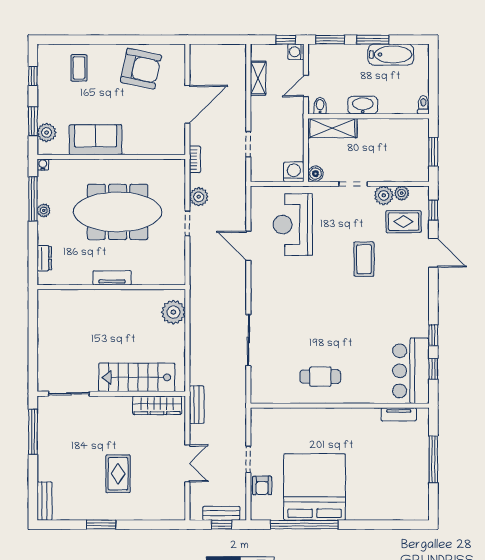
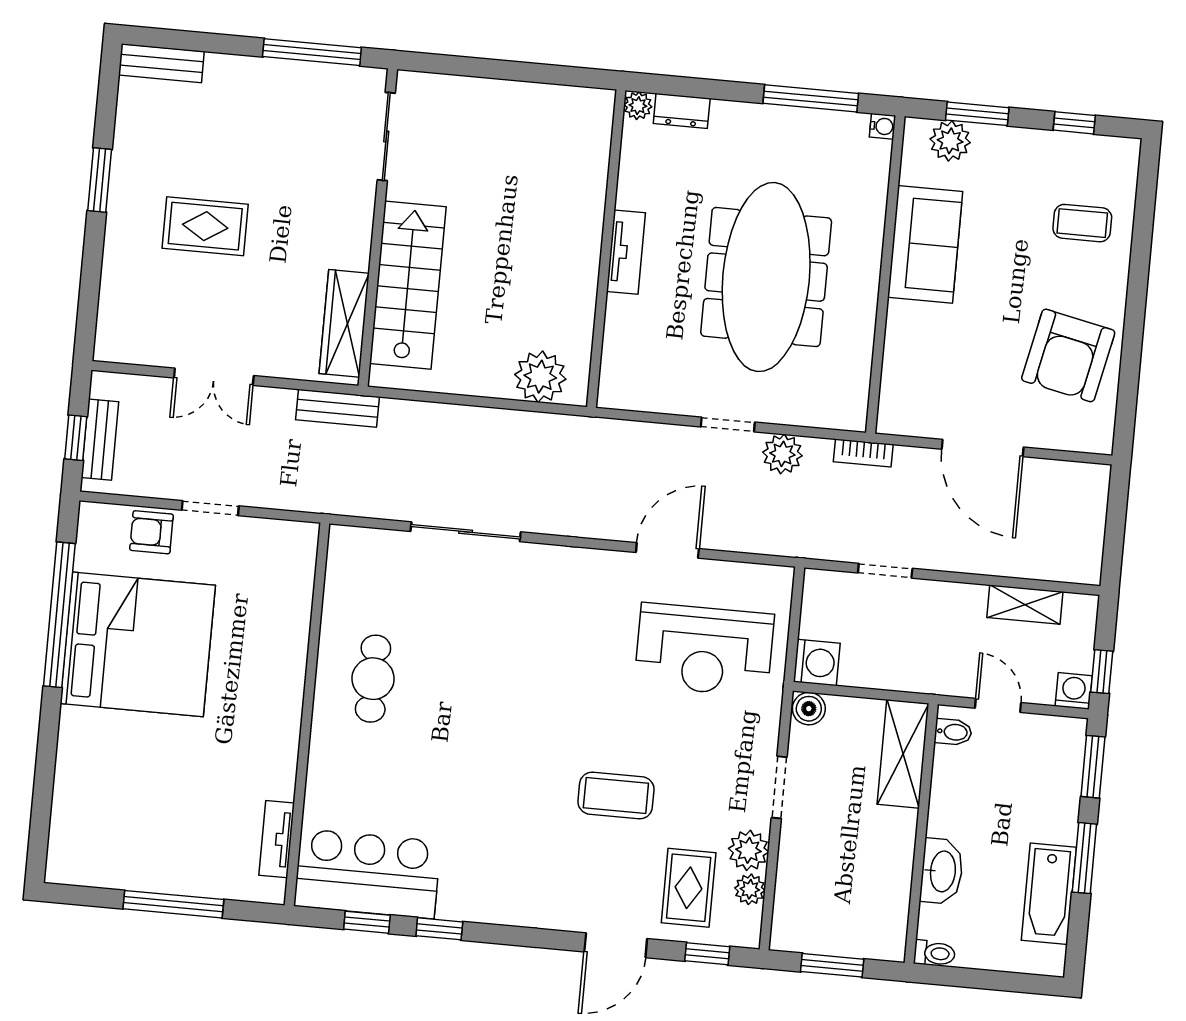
washbasin: (363, 105) -> (942, 871), moved
plant: (44, 210) -> (638, 106), moved
reception desk: (293, 225) -> (704, 650), turned 180

